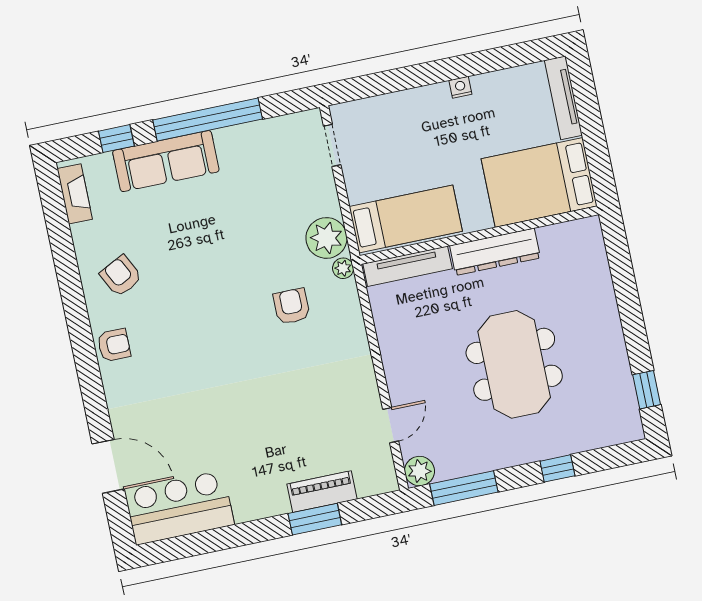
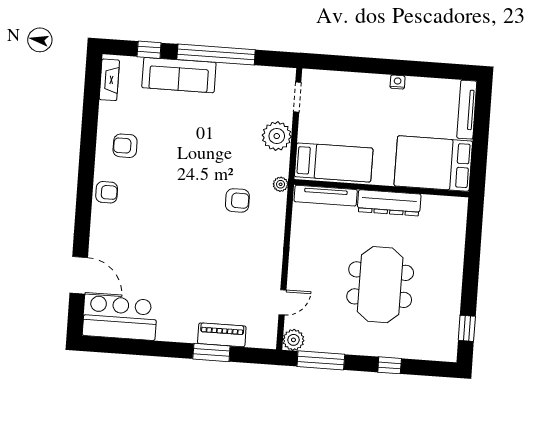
plant: (326, 238) -> (277, 136), moved
armchair: (121, 276) -> (125, 146), turned -63
armchair: (292, 306) -> (237, 200), turned 90

